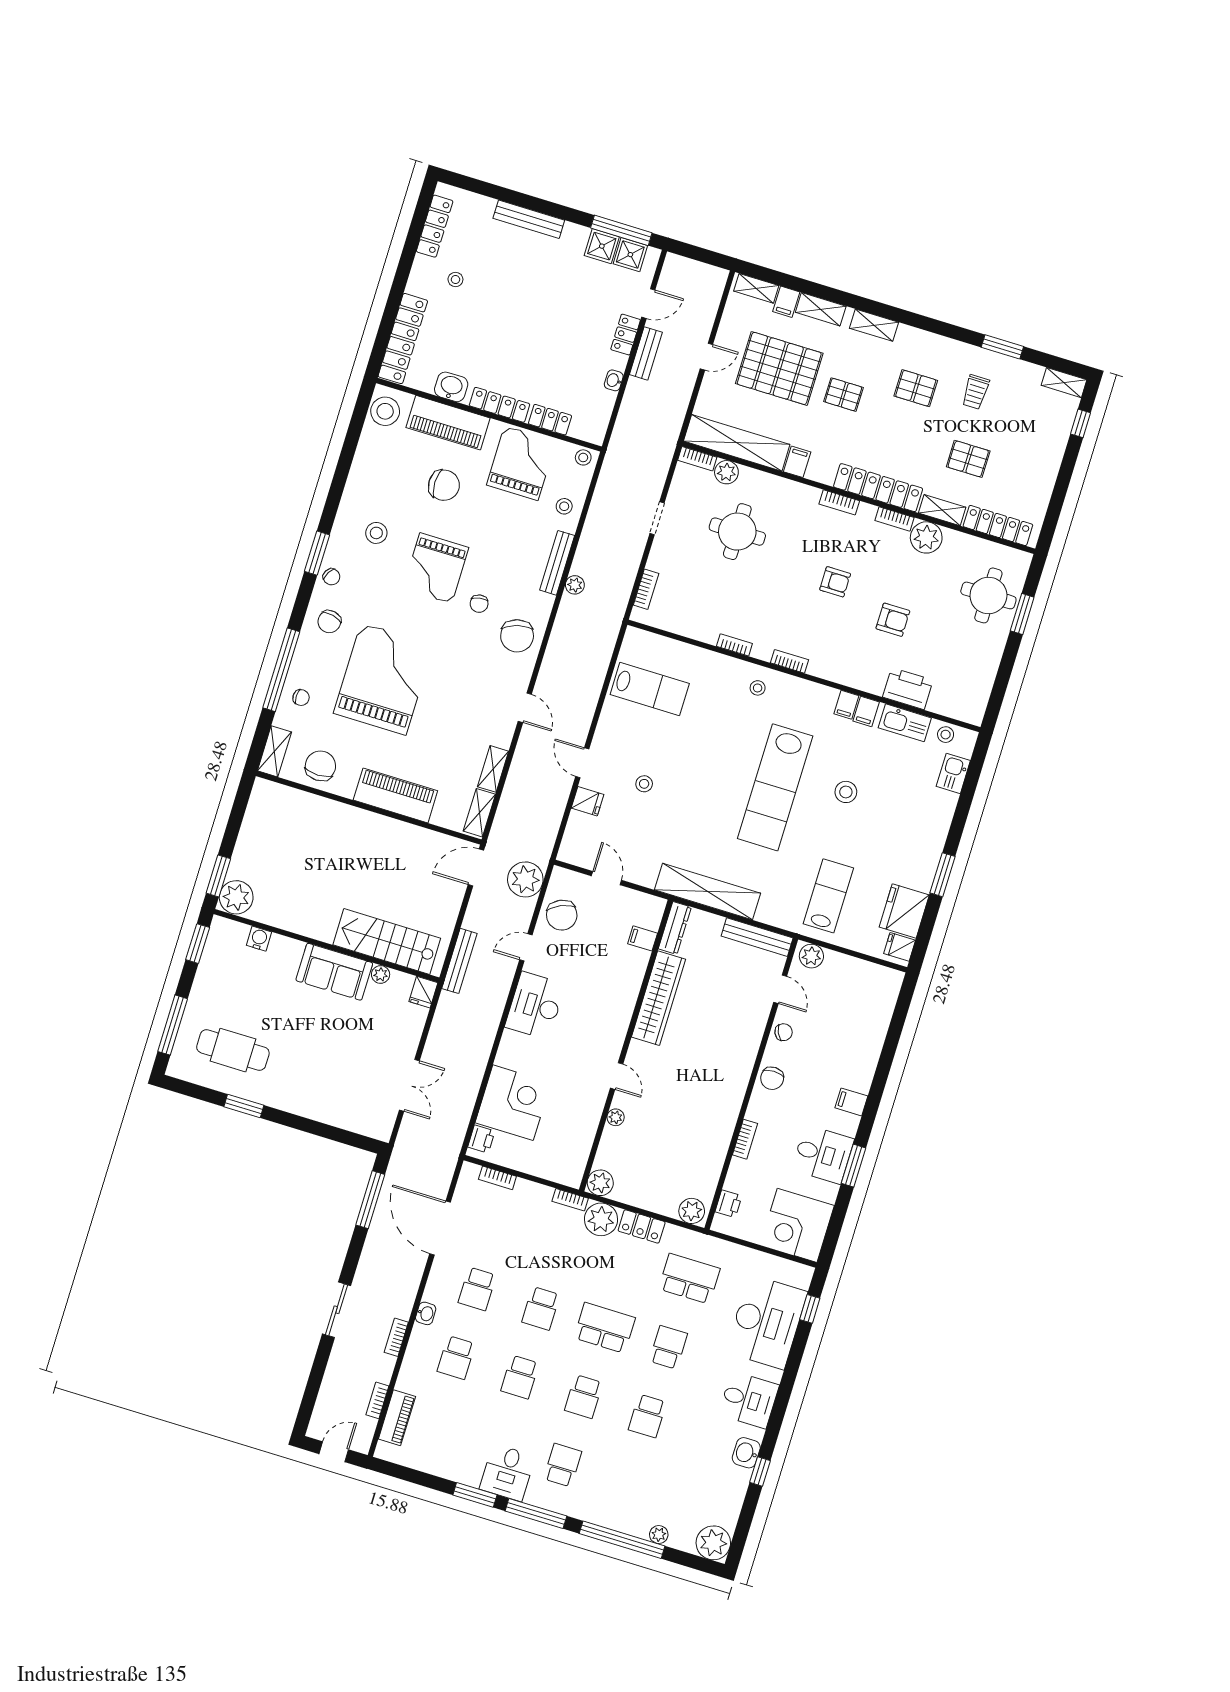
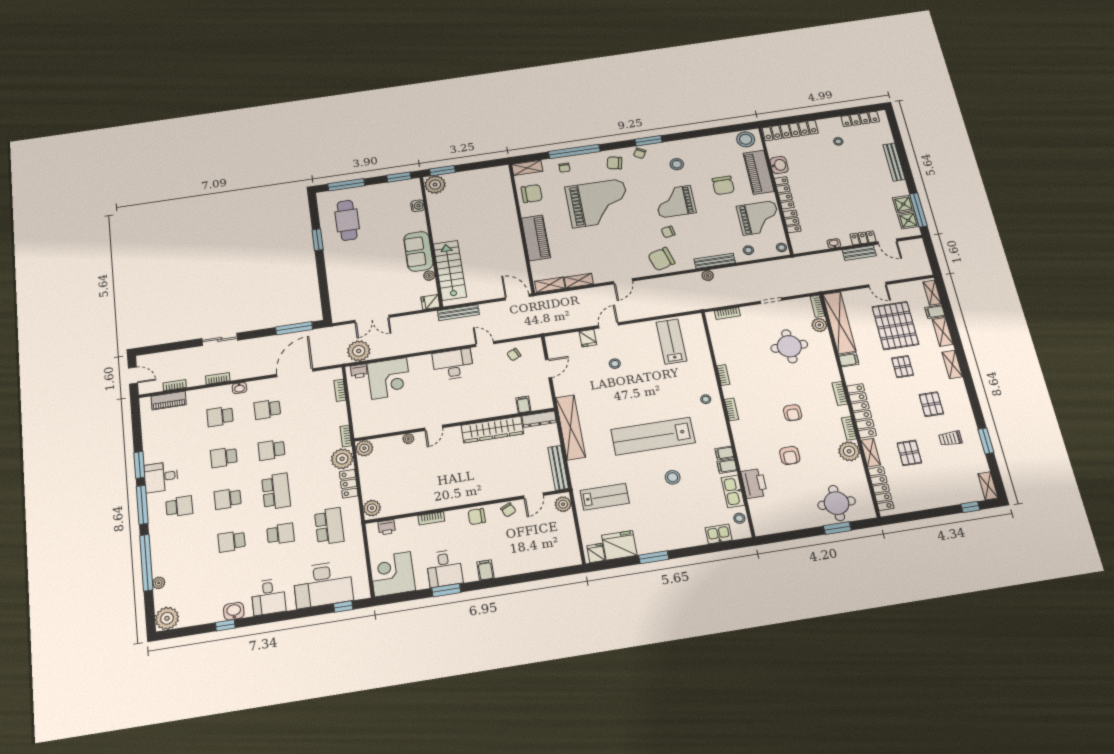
lab bench: (650, 689) -> (671, 341), turned 180
plant: (525, 879) -> (359, 351), moved
chair: (562, 915) -> (514, 355), width x0.54, depth x0.54

